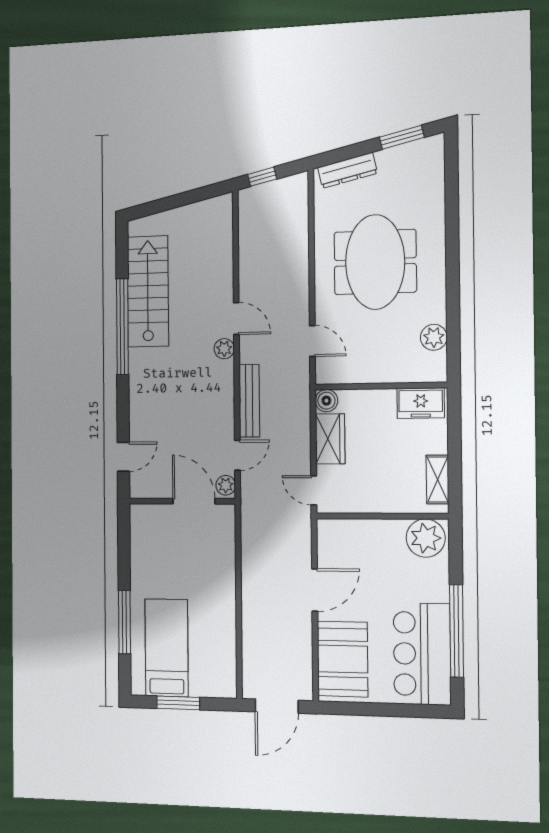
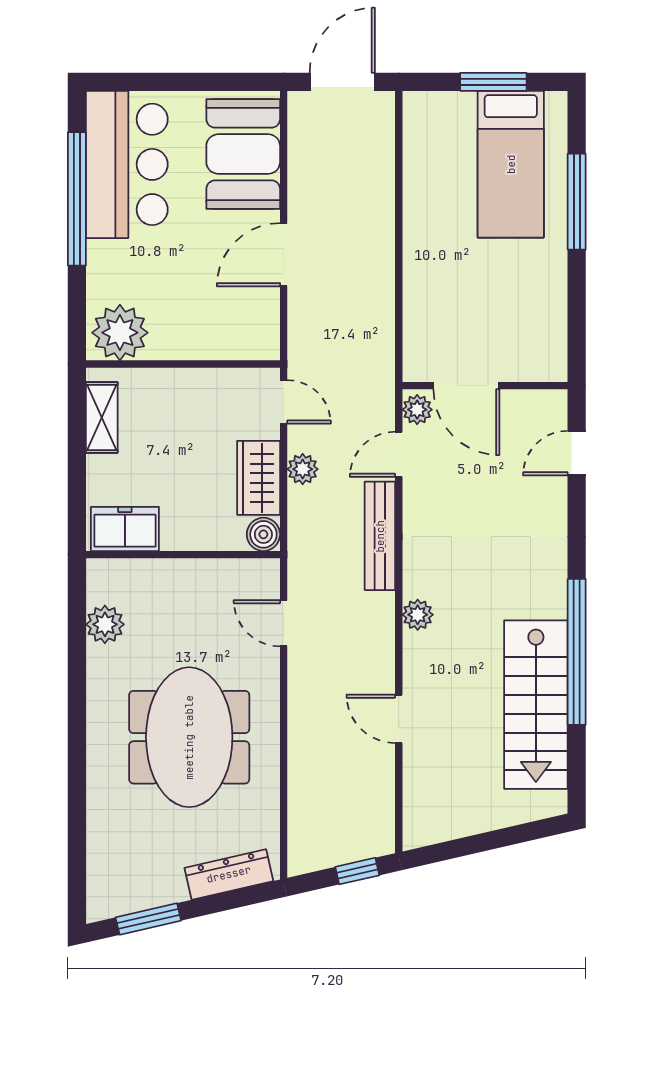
door: (236, 319) -> (399, 719), moved
plant: (301, 445) -> (303, 469), added

